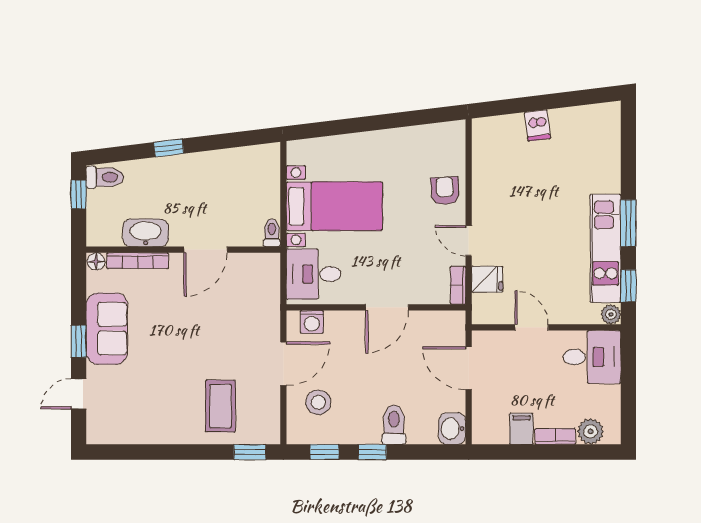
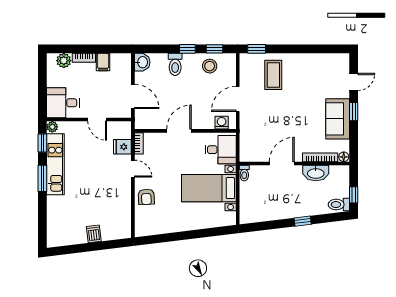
stool: (318, 402) -> (210, 66), moved

